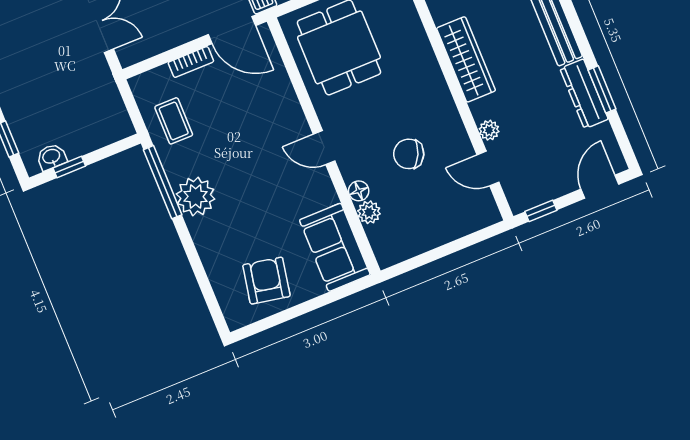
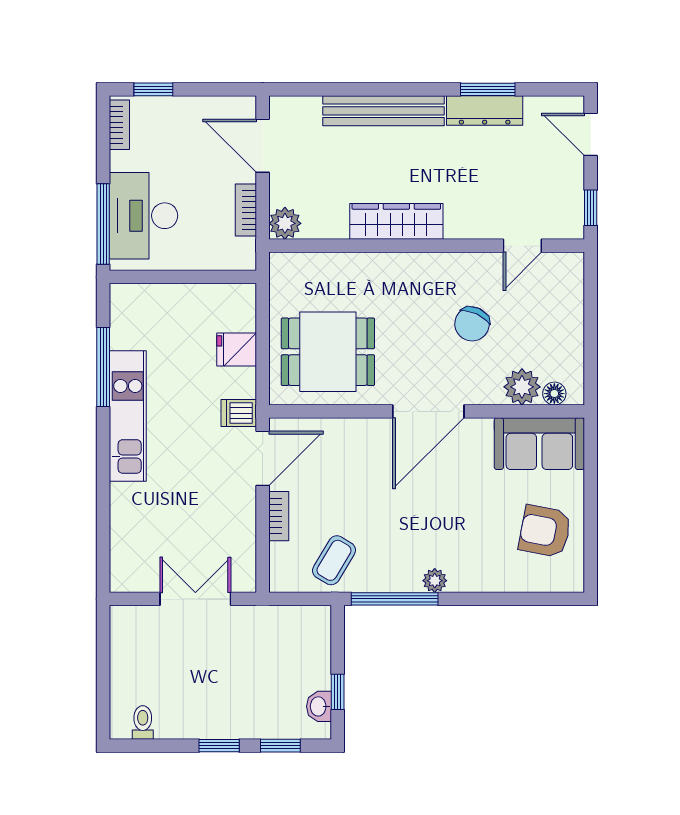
coffee table: (174, 121) -> (334, 560), turned -59
plant: (489, 130) -> (482, 228), removed
door: (324, 148) -> (428, 411), width x1.87
floor lamp: (359, 191) -> (554, 394), moved
plant: (196, 196) -> (435, 581), width x0.53, depth x0.53
plant: (369, 212) -> (522, 387), width x1.38, depth x1.38

